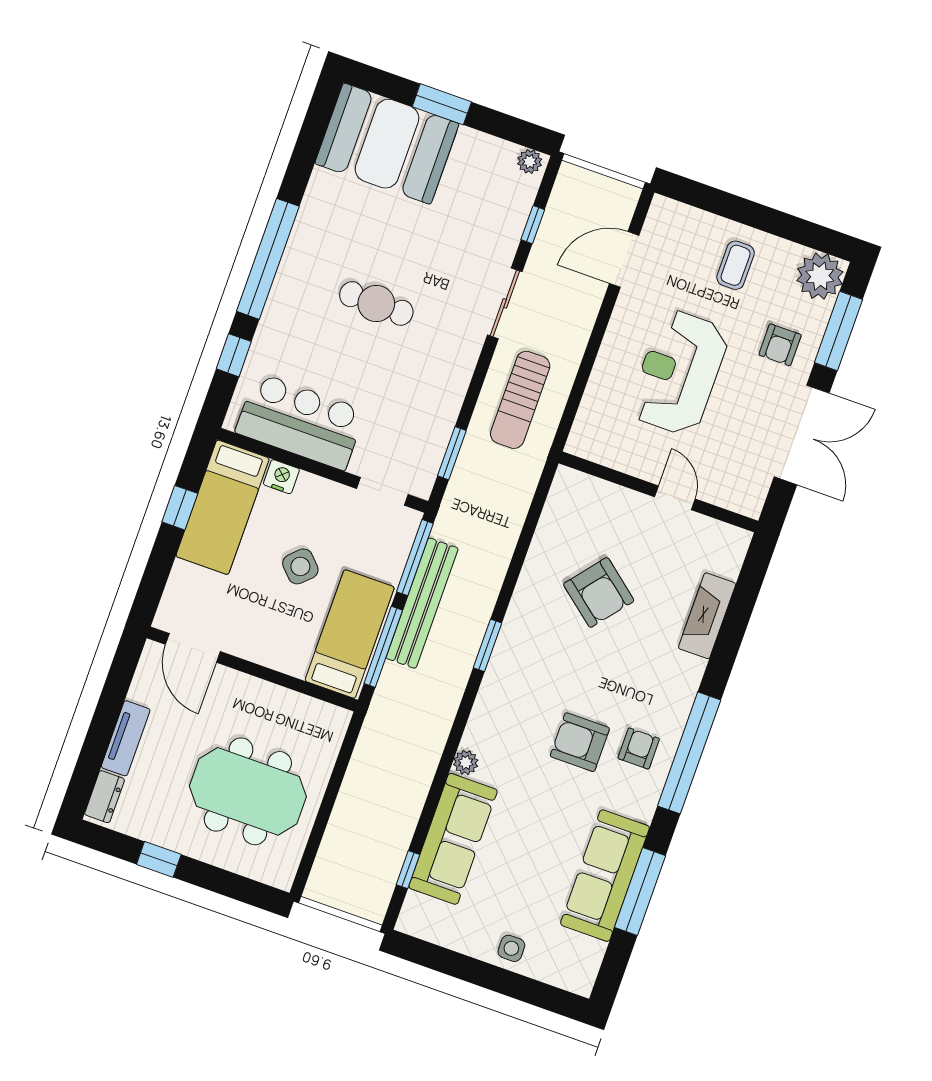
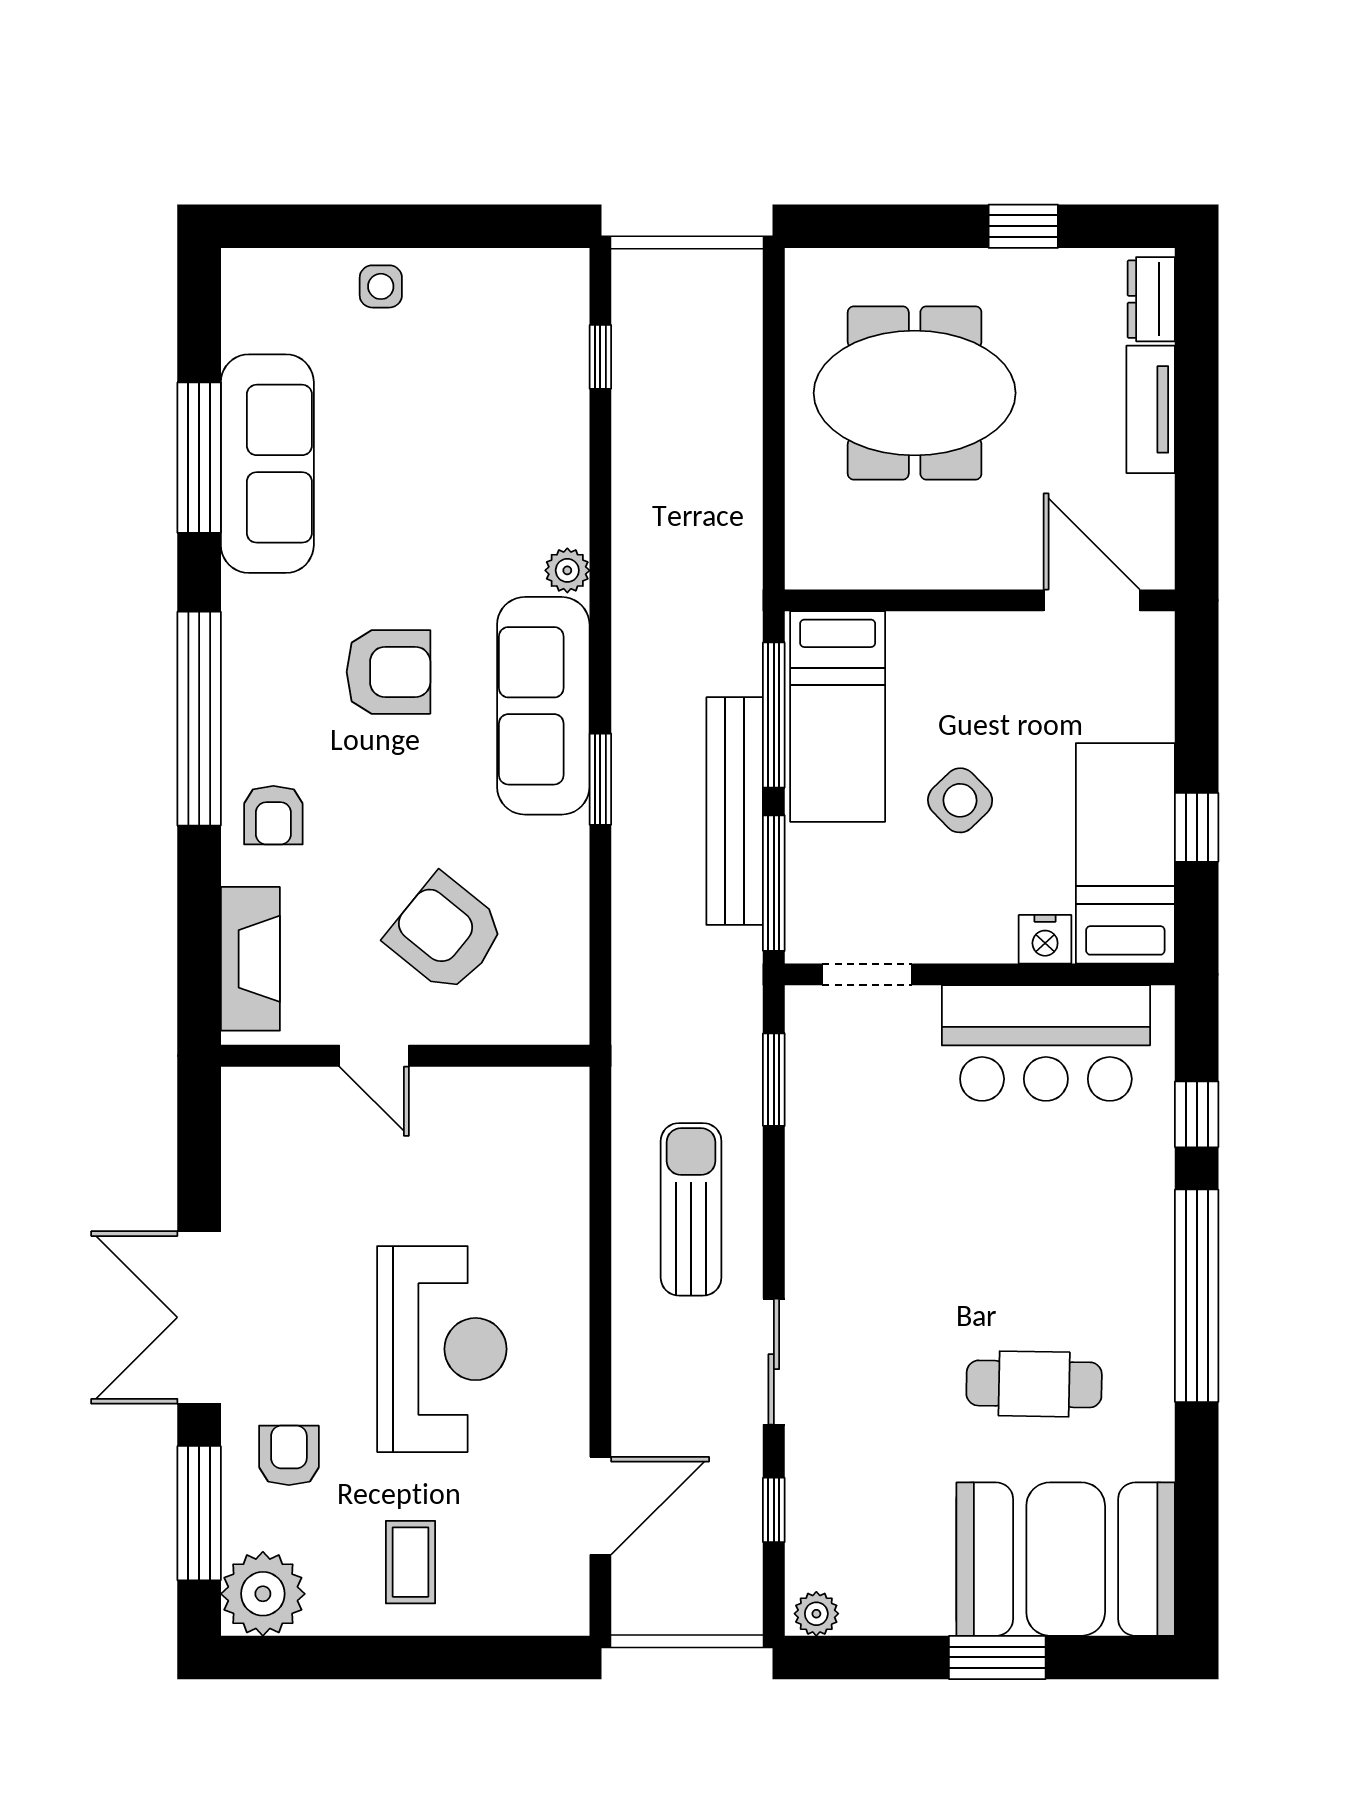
cafe table: (376, 303) -> (1034, 1384), moved
wall: (658, 492) -> (405, 1056), moved
door: (675, 498) -> (374, 1056), moved
armchair: (639, 749) -> (273, 815), moved
sofa: (453, 839) -> (543, 706), moved

